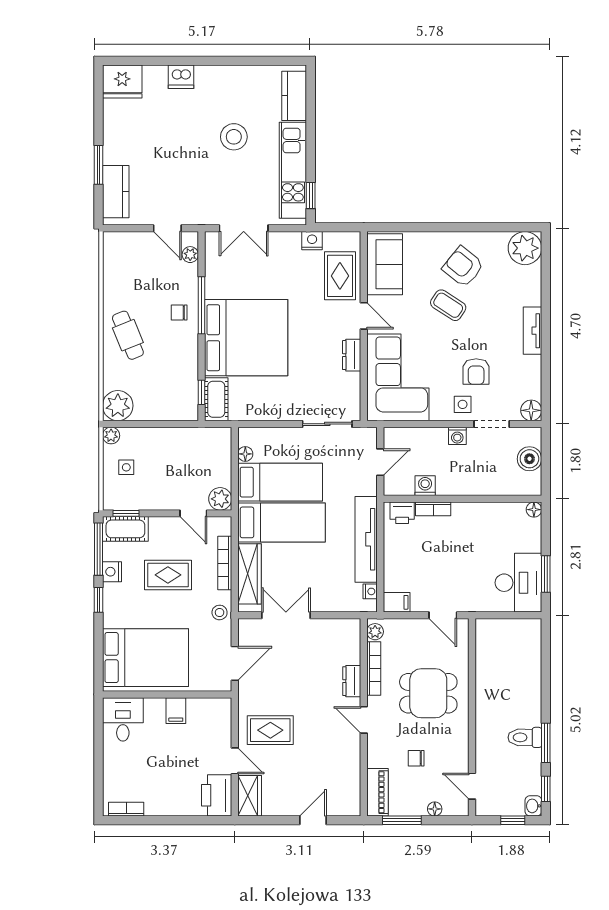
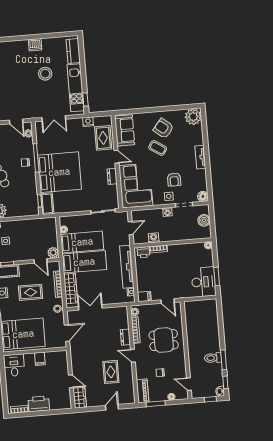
dishwasher: (181, 77) -> (35, 45), moved
rug: (270, 730) -> (111, 372), moved, turned 90
printer: (217, 795) -> (39, 404), moved, turned 90

